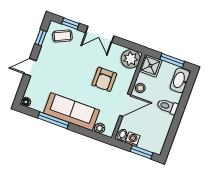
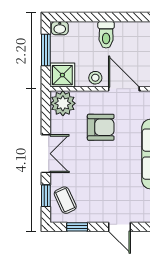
washbasin: (180, 80) -> (60, 28), width x0.52, depth x0.69

